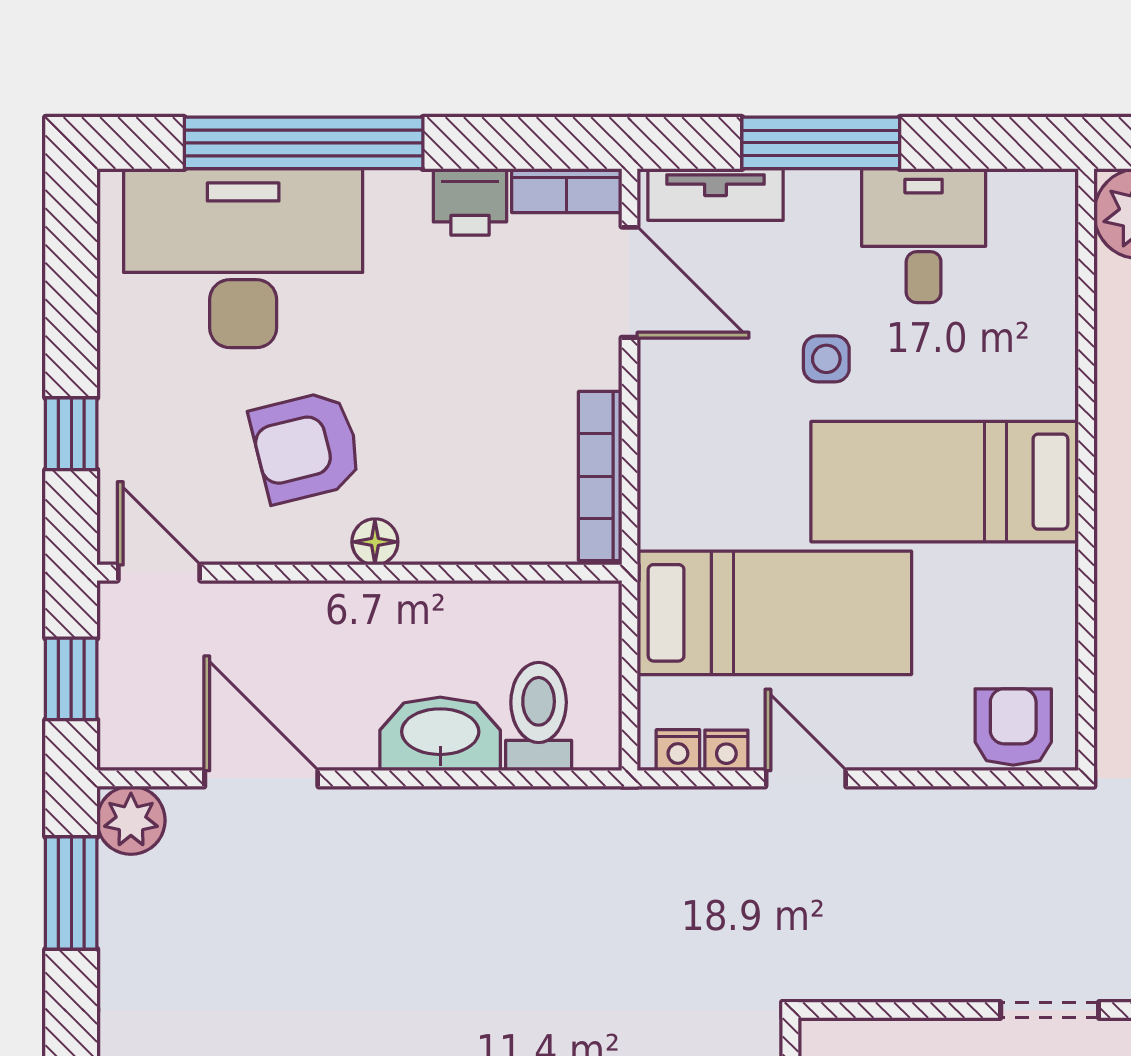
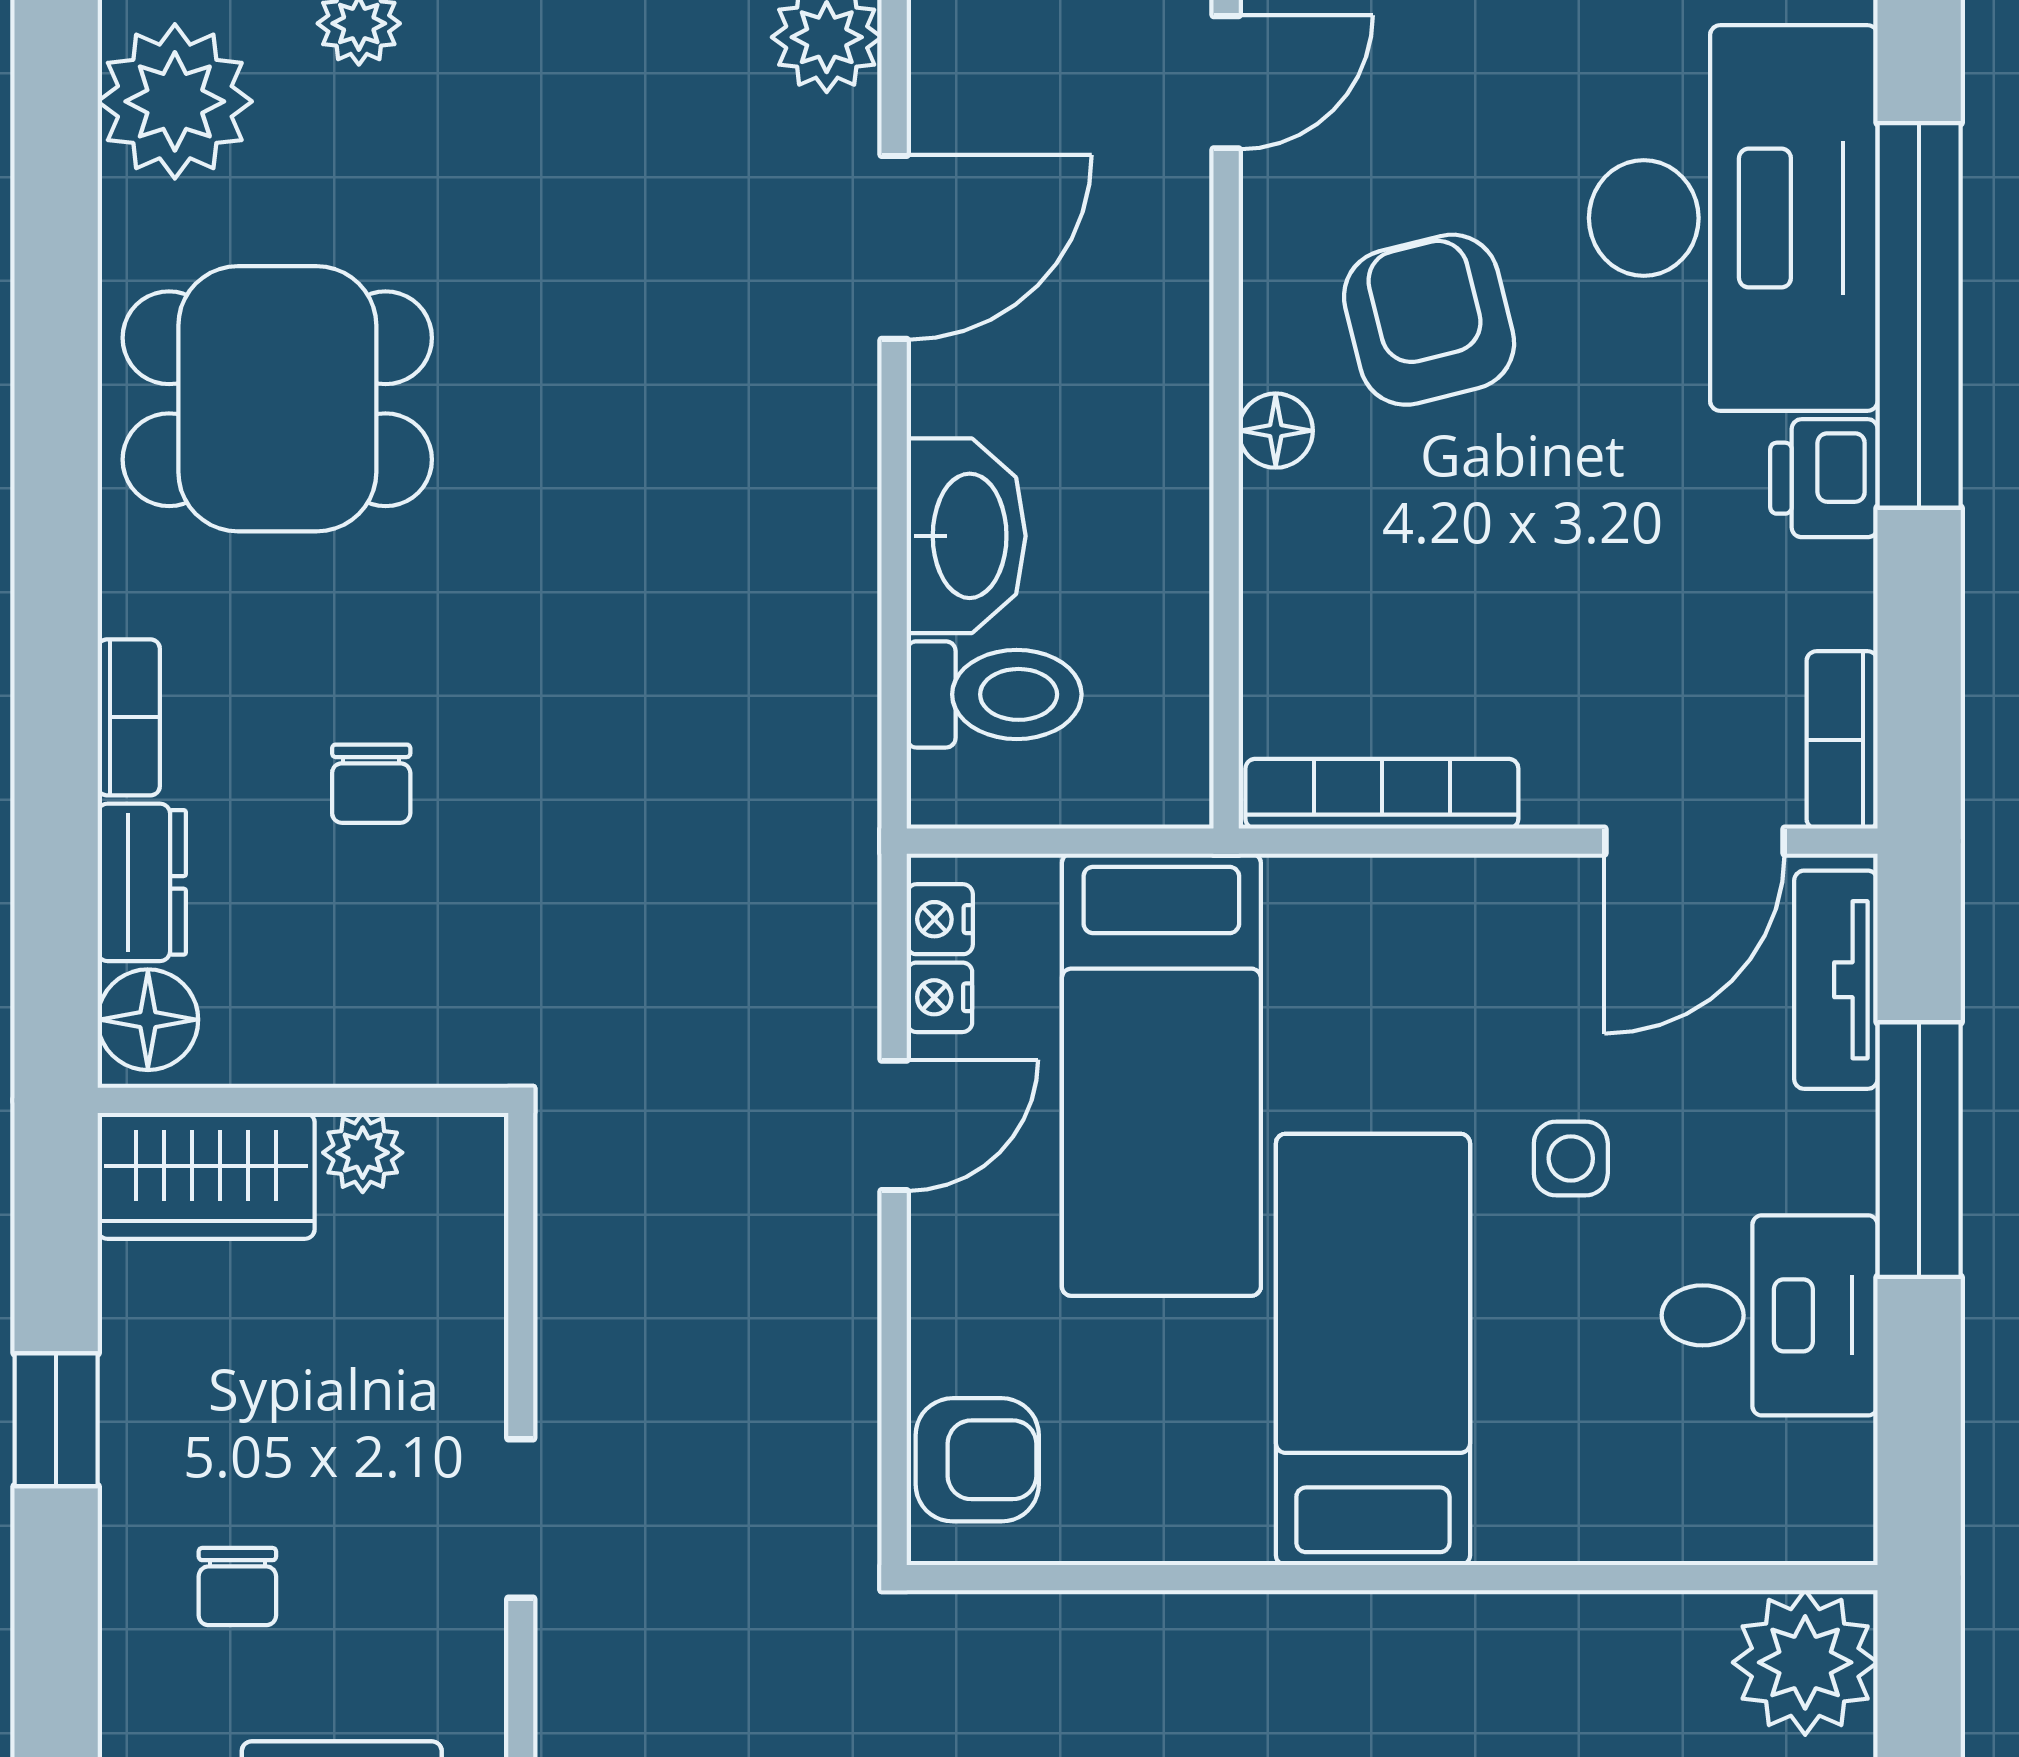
printer: (470, 202) -> (1824, 478), moved

